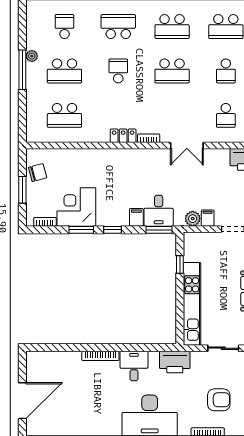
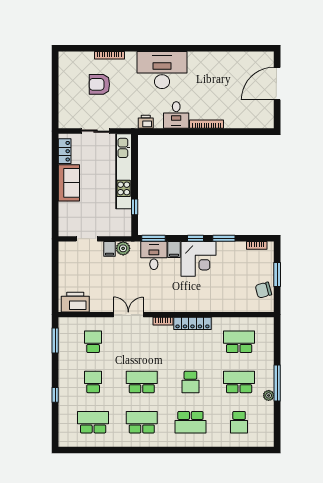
locker: (123, 136) -> (192, 323), width x1.53
corner desk: (76, 207) -> (199, 259), moved
printer: (175, 362) -> (146, 122), width x0.53, depth x0.68

